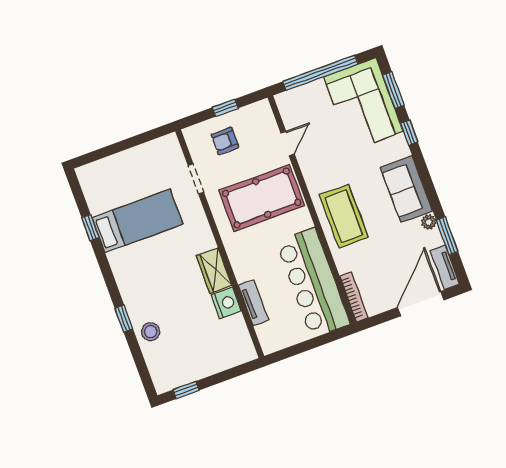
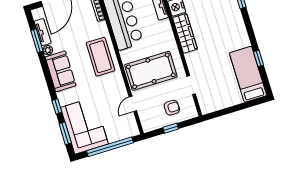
bed: (137, 221) -> (248, 74), moved, turned 90
tv unit: (445, 267) -> (43, 32), moved
wardrobe: (214, 271) -> (185, 33), width x1.50

